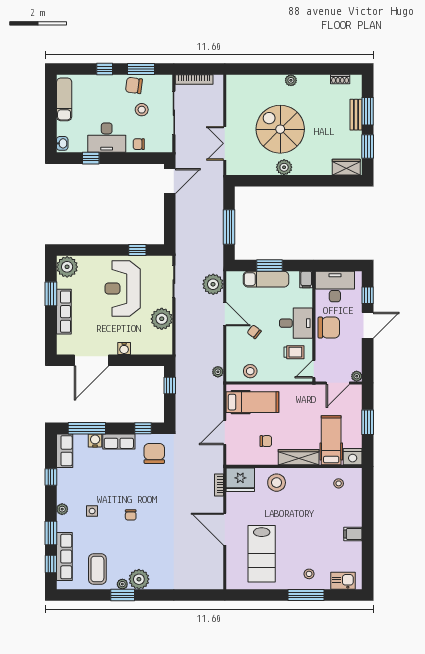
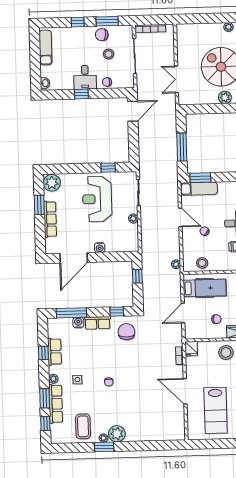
desk: (107, 138) -> (85, 77), width x0.73
window: (91, 158) -> (81, 94), moved
window: (270, 266) -> (200, 178), moved
exam couch: (266, 279) -> (199, 189), moved
plant: (213, 284) -> (170, 194), removed
plant: (162, 319) -> (133, 218), width x0.53, depth x0.53
row of seats: (65, 451) -> (54, 352), moved
fridge: (240, 480) -> (191, 349), width x0.53, depth x0.75
row of seats: (64, 557) -> (56, 404), moved

